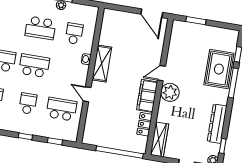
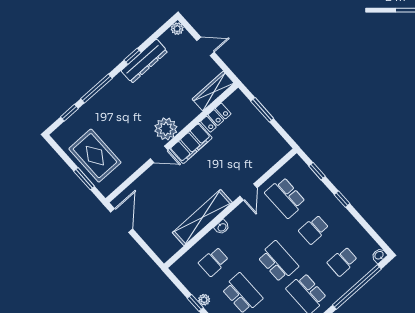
shelving: (102, 64) -> (202, 218), width x1.47
school desk: (34, 66) -> (278, 262), turned 180
rug: (219, 69) -> (95, 156), moved, turned 90
window: (223, 146) -> (132, 56), moved
window: (120, 152) -> (262, 110), width x0.47

